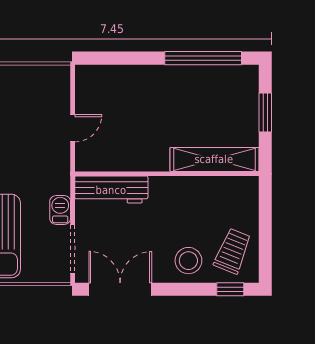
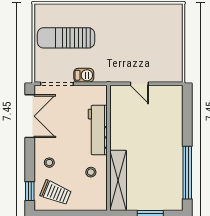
workbench: (111, 190) -> (98, 130), moved
stool: (202, 200) -> (91, 172), added
stool: (188, 261) -> (49, 163), width x0.53, depth x0.53

